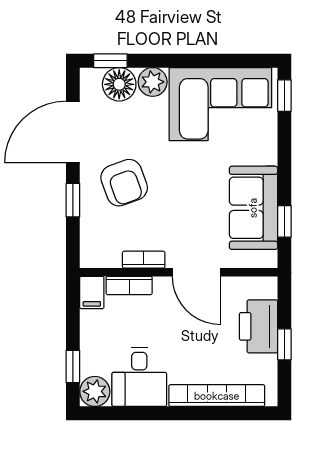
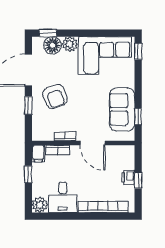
printer: (258, 326) -> (128, 177), width x0.53, depth x0.68
window: (73, 367) -> (28, 174), moved

